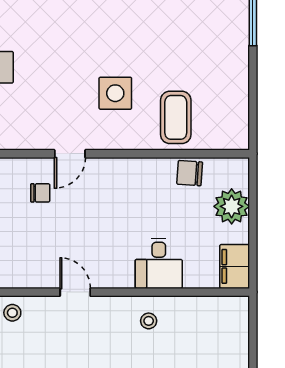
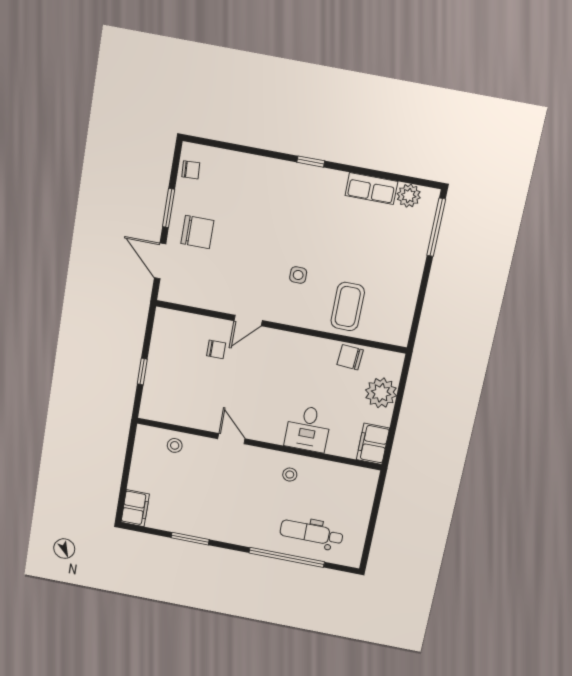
side table: (115, 93) -> (298, 275), width x0.54, depth x0.54

